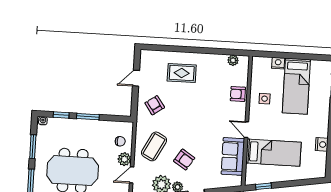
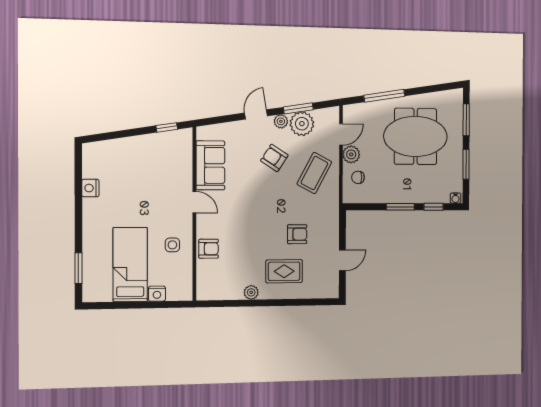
plant: (233, 60) -> (251, 292), moved
armchair: (155, 105) -> (297, 234), moved, turned -55
bed: (273, 153) -> (156, 173), removed

